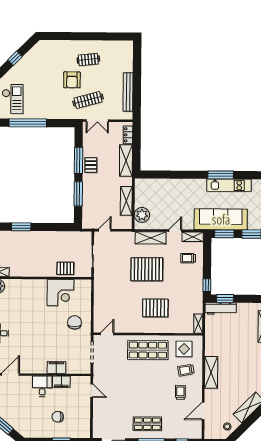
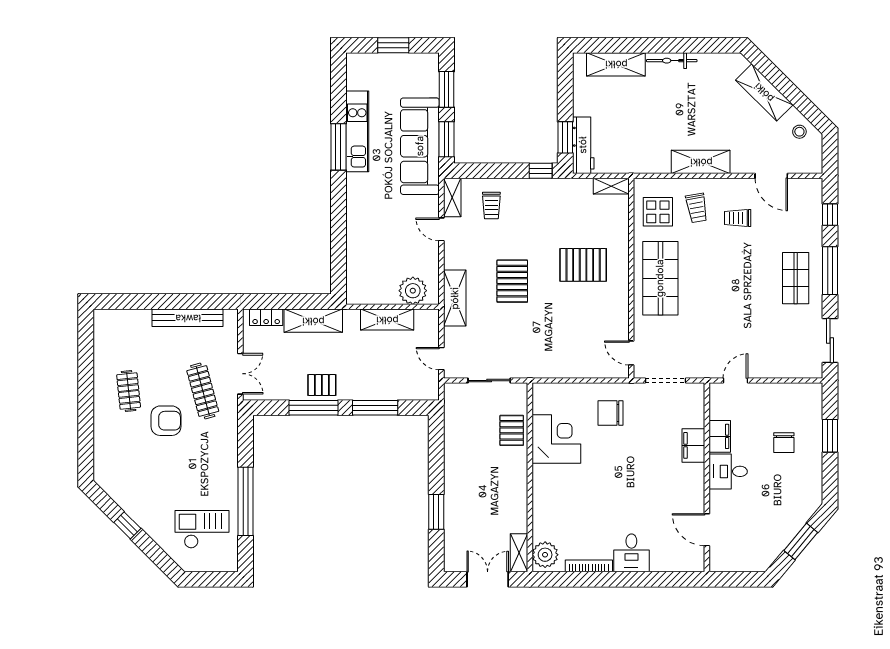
shelving: (151, 238) -> (455, 298), moved
pallet: (147, 269) -> (512, 281), width x0.73, depth x0.71
pallet: (155, 308) -> (583, 265), turned 90

